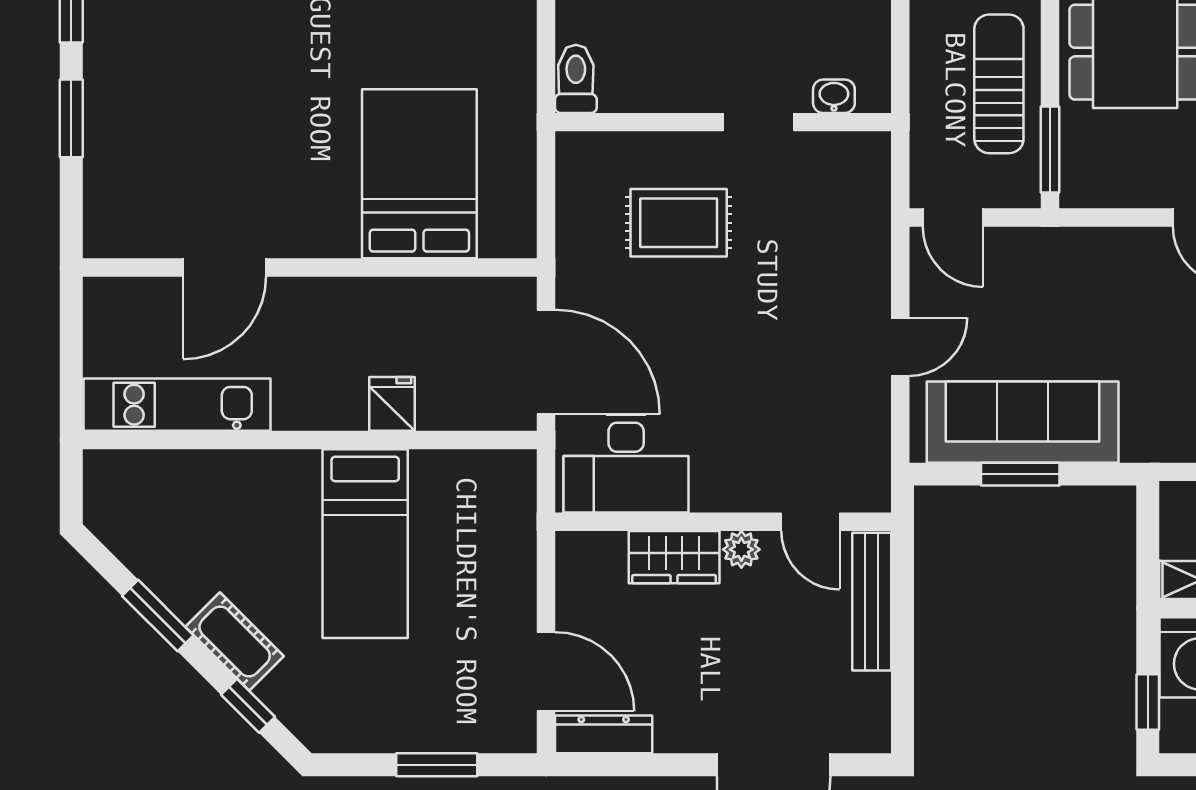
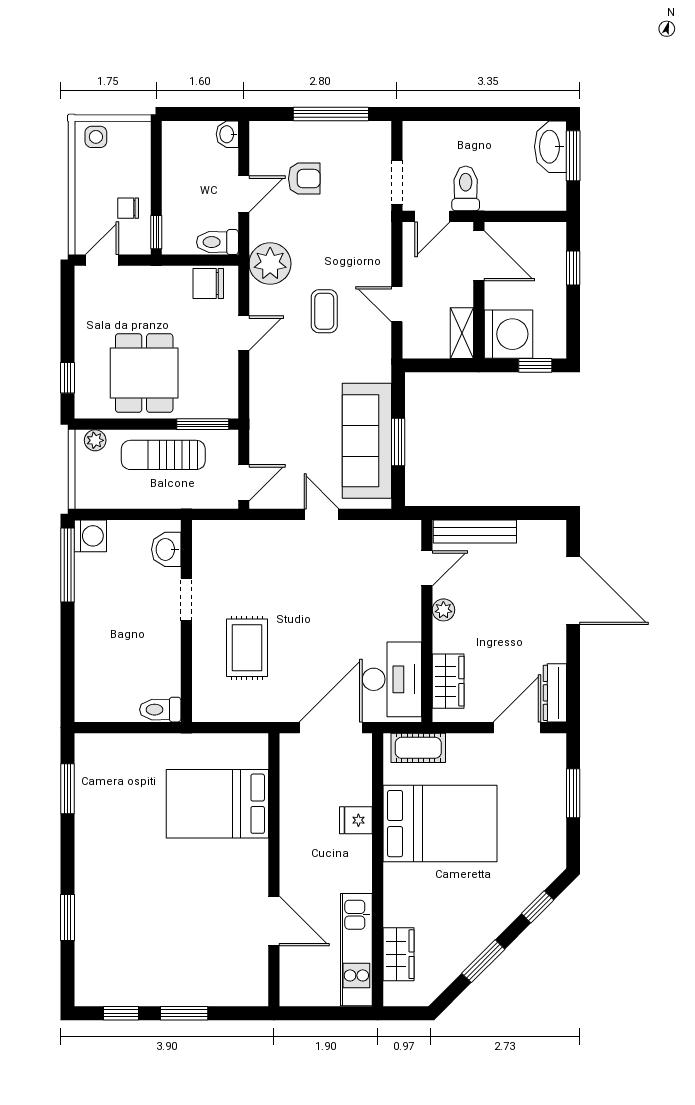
washbasin: (834, 96) -> (166, 549), width x1.38, depth x1.45
wardrobe: (169, 475) -> (399, 954), added
bed: (365, 544) -> (440, 824), width x1.50
wardrobe: (674, 557) -> (448, 681), moved
cot: (235, 642) -> (418, 748), moved, turned 45

